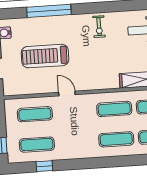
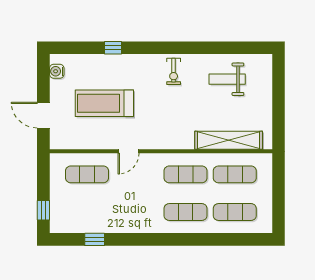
window: (49, 11) -> (113, 48), width x0.32
door: (67, 93) -> (128, 151), swing flipped
exercise mat: (37, 145) -> (87, 212), removed

